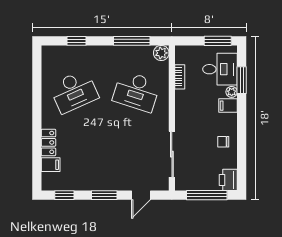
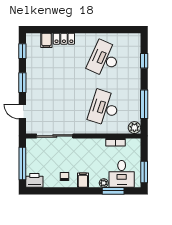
desk: (74, 91) -> (104, 59), turned 48
filing cabinet: (228, 106) -> (83, 180), moved

